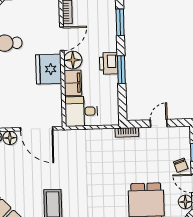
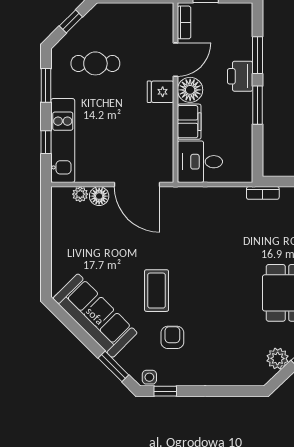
window: (120, 22) -> (258, 55), moved
printer: (109, 63) -> (240, 76), moved
fridge: (49, 69) -> (160, 92), width x0.53, depth x0.75

